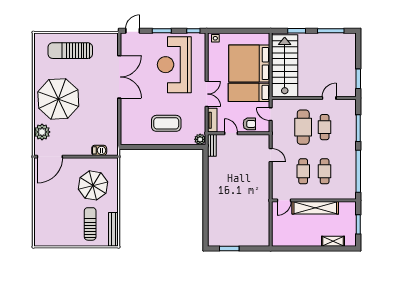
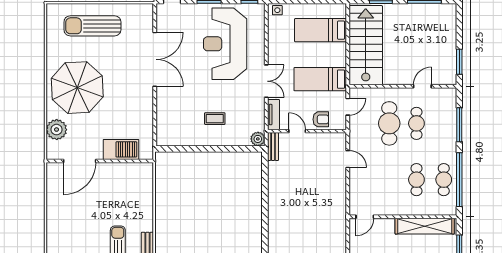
bed: (249, 63) -> (321, 30), width x0.49
door: (271, 114) -> (348, 107), swing flipped
coffee table: (166, 123) -> (215, 119), width x0.54, depth x0.58
barbecue: (99, 150) -> (121, 149), width x1.88, depth x1.53
door: (50, 157) -> (80, 161), moved
cafe table: (303, 171) -> (444, 180), moved
parasol: (93, 185) -> (121, 198), removed
shelving: (315, 208) -> (425, 226), moved

